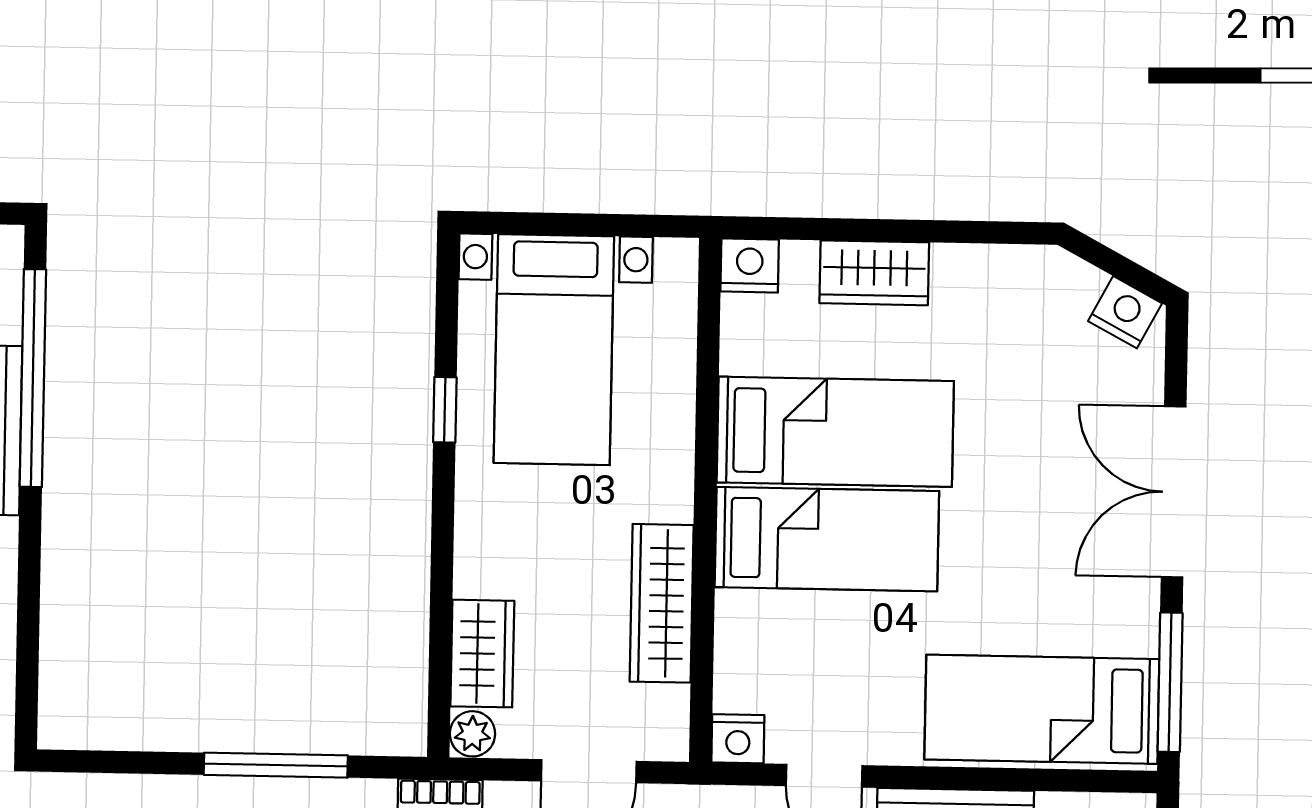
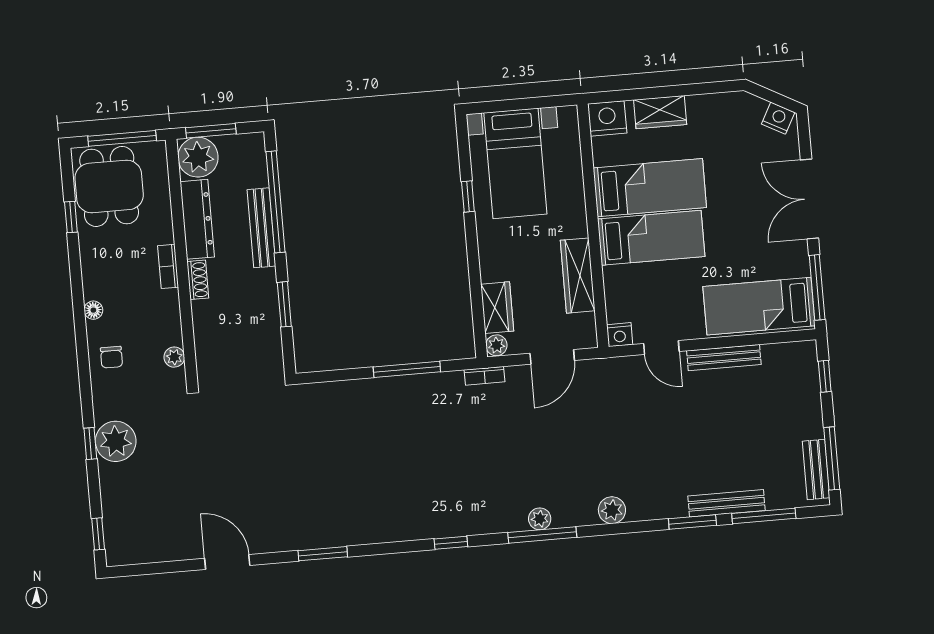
nightstand: (750, 265) -> (607, 118), width x1.36, depth x1.33
window: (29, 599) -> (284, 304), added

